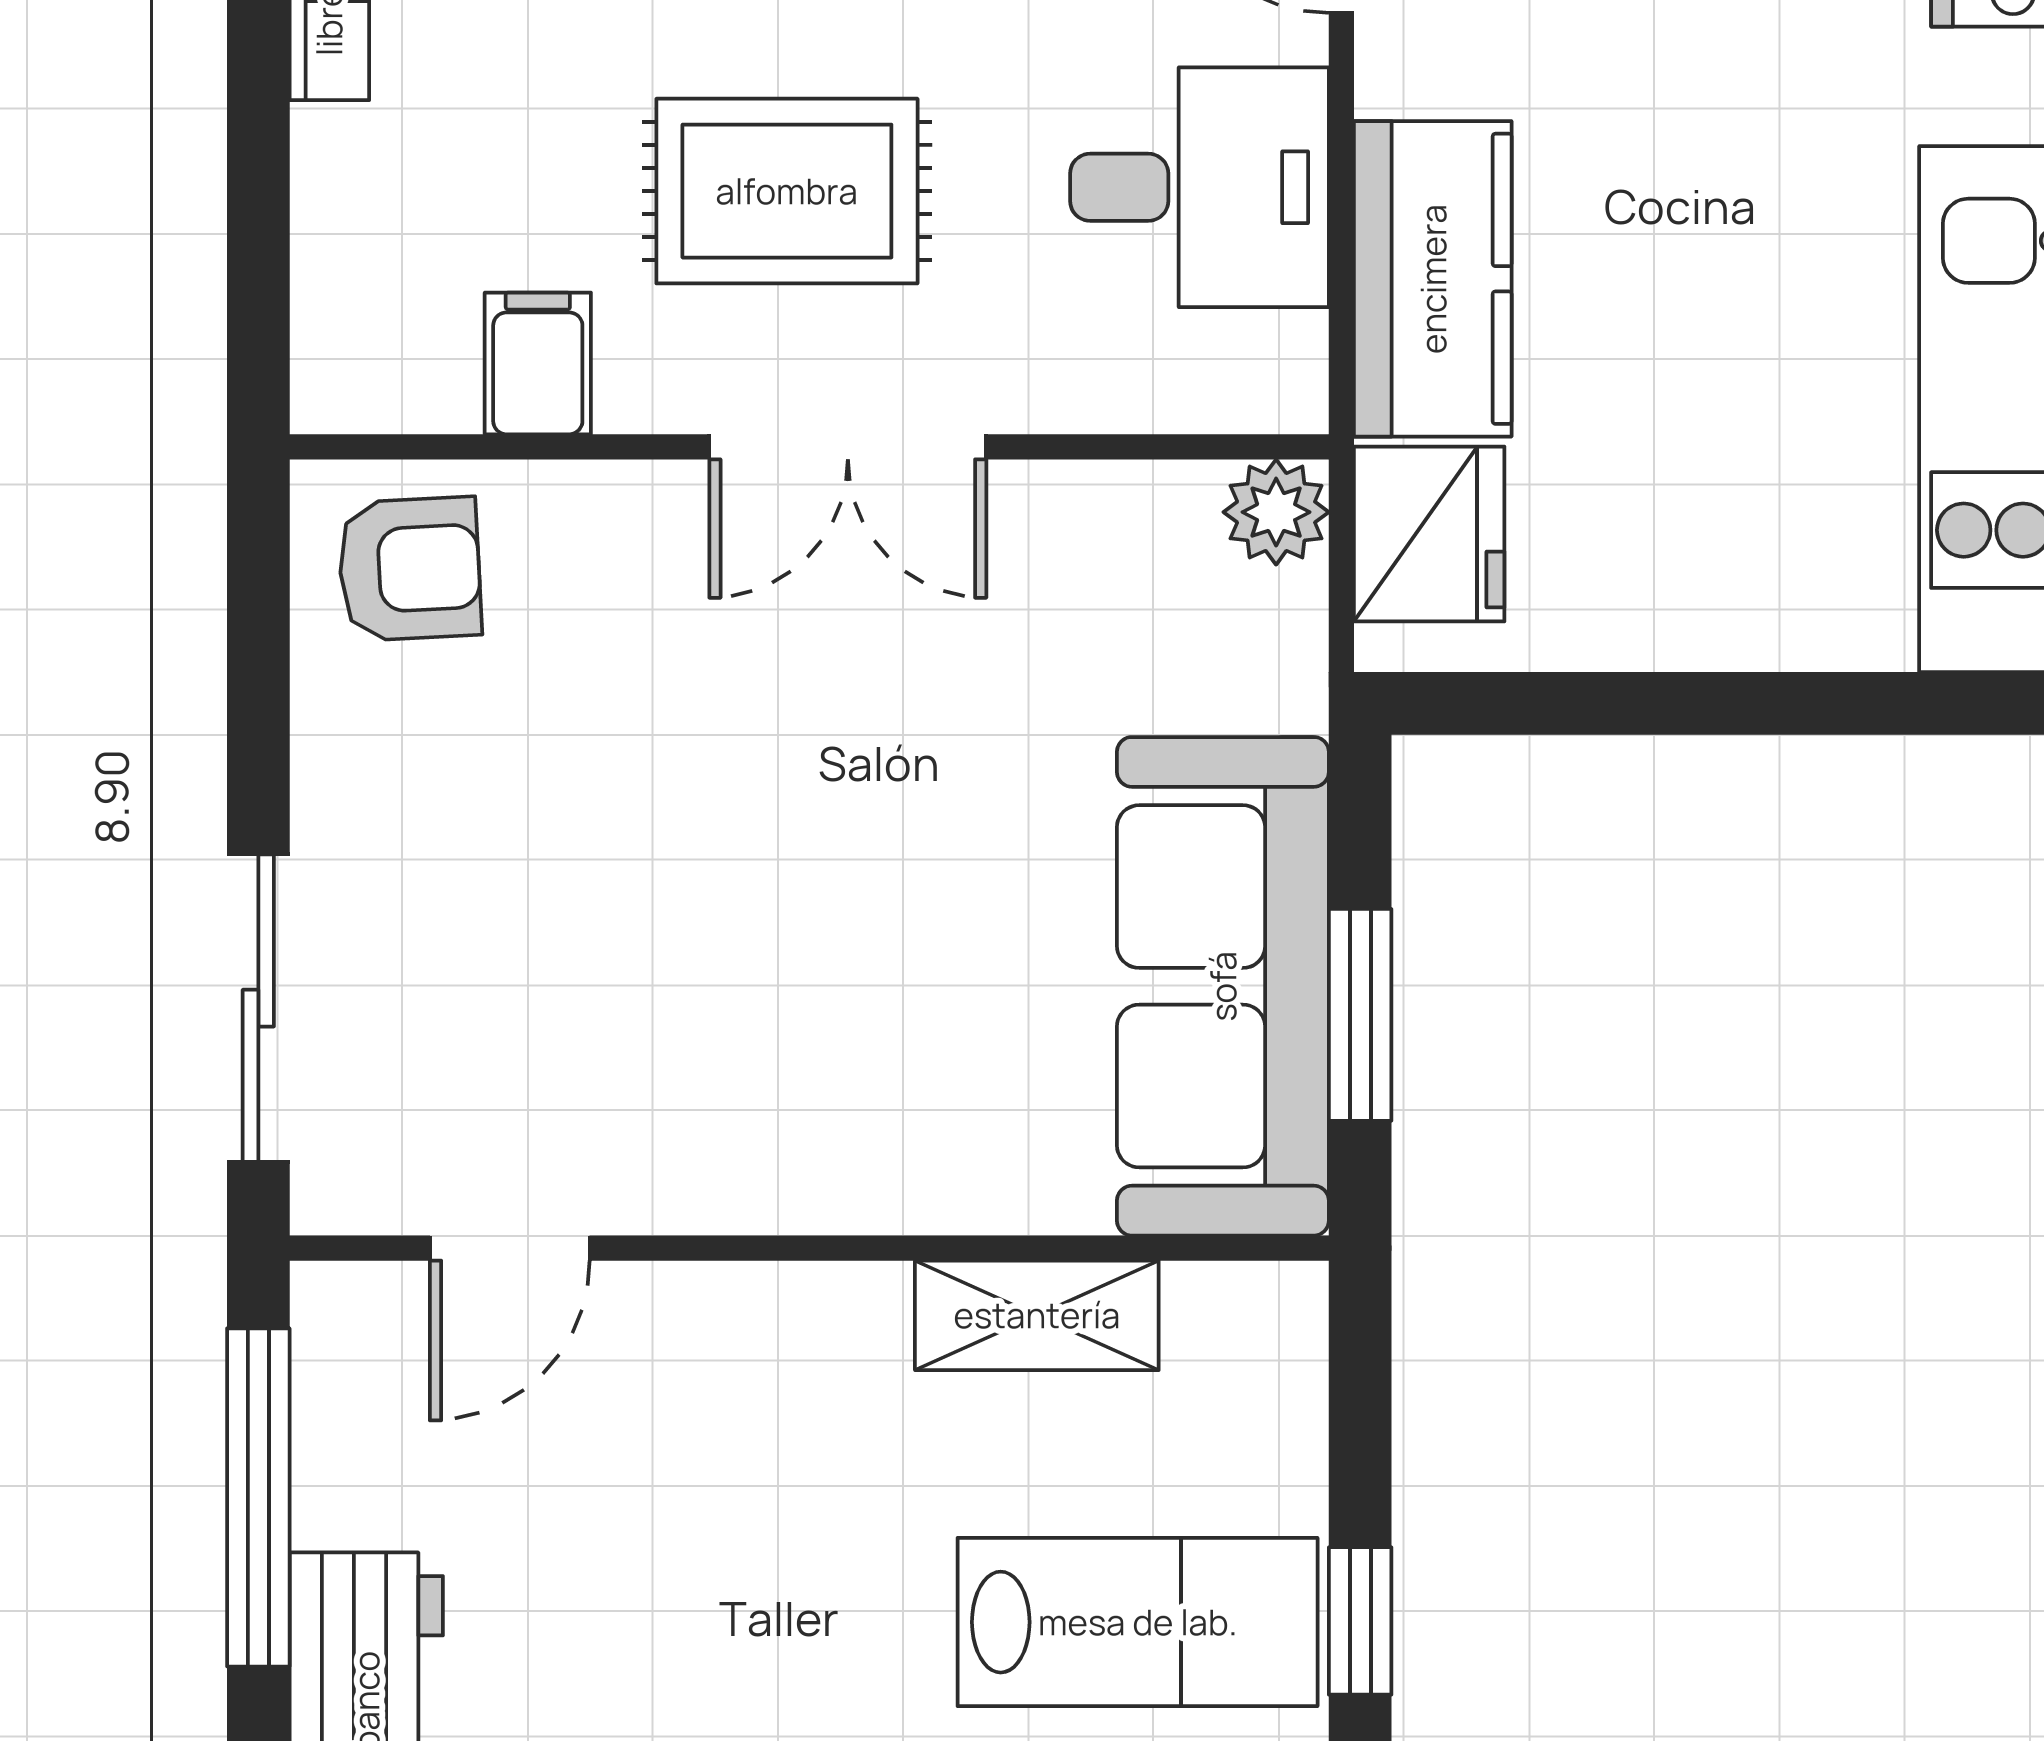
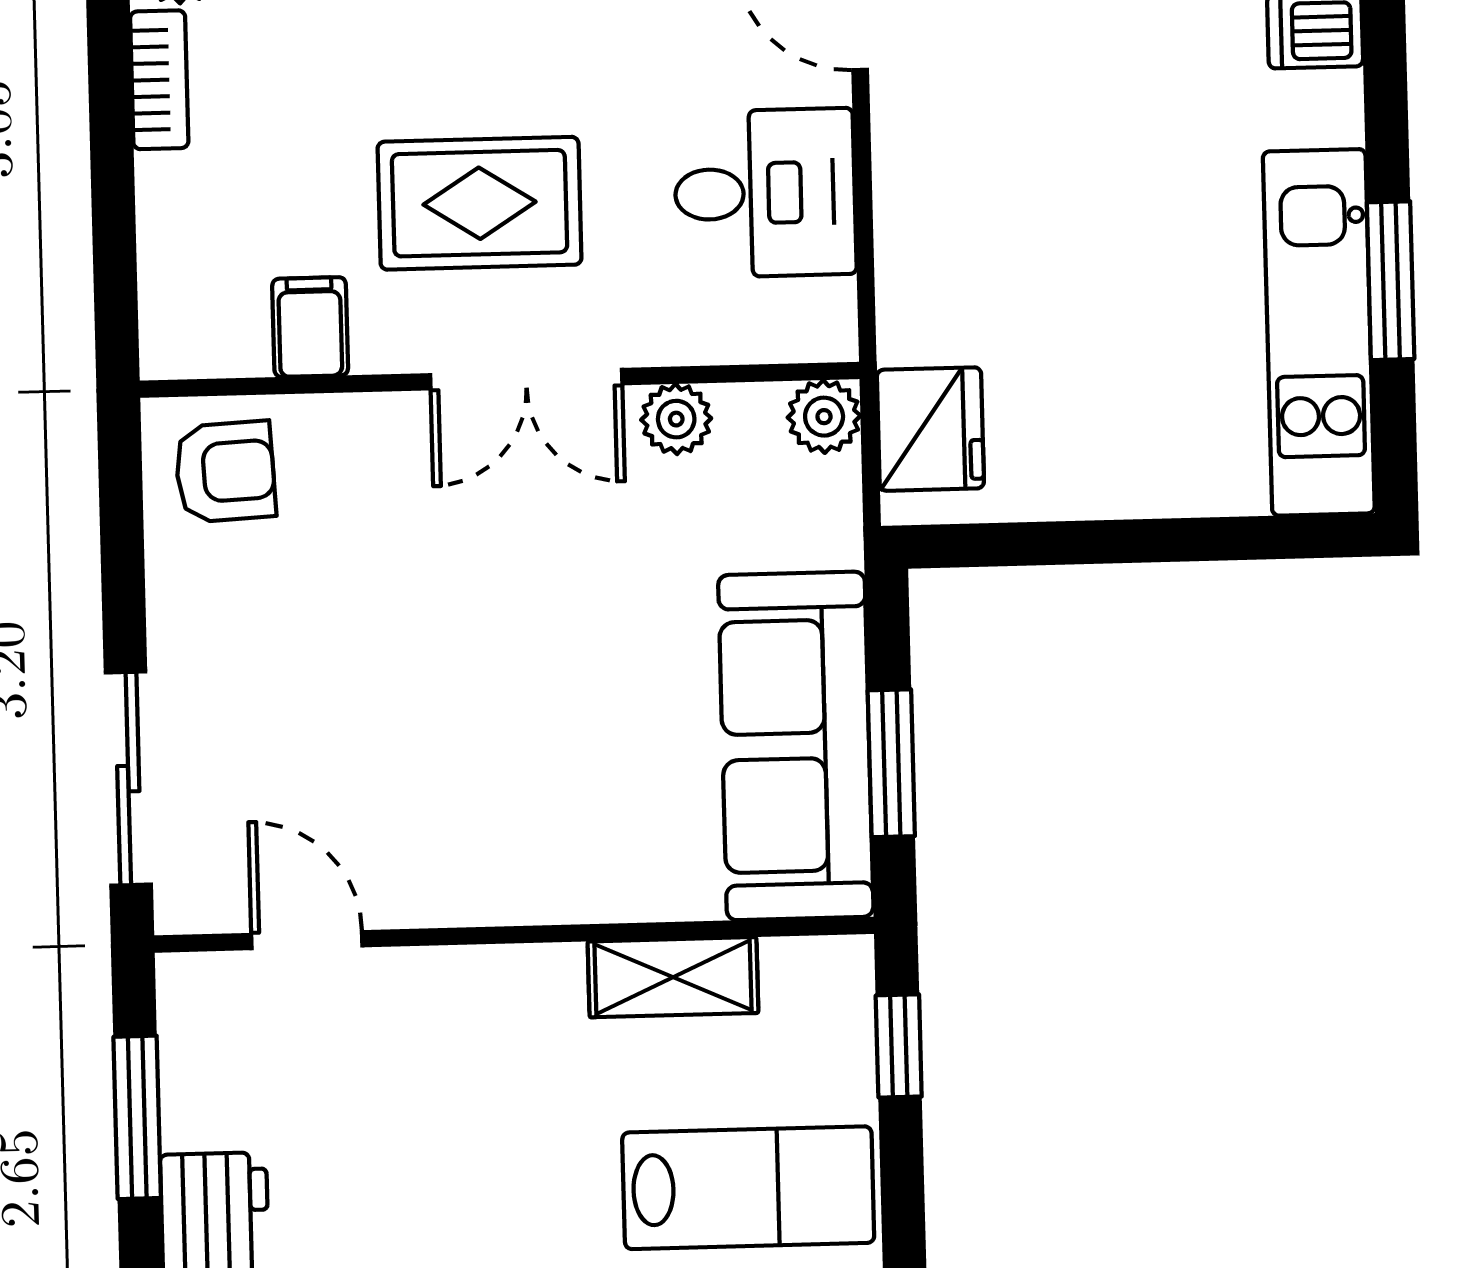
kitchen counter: (1433, 279) -> (928, 252), removed
plant: (1063, 510) -> (676, 419), added
door: (510, 1248) -> (307, 940), swing flipped
window: (258, 1497) -> (137, 1117), width x0.69
window: (1360, 1621) -> (899, 1046), moved

